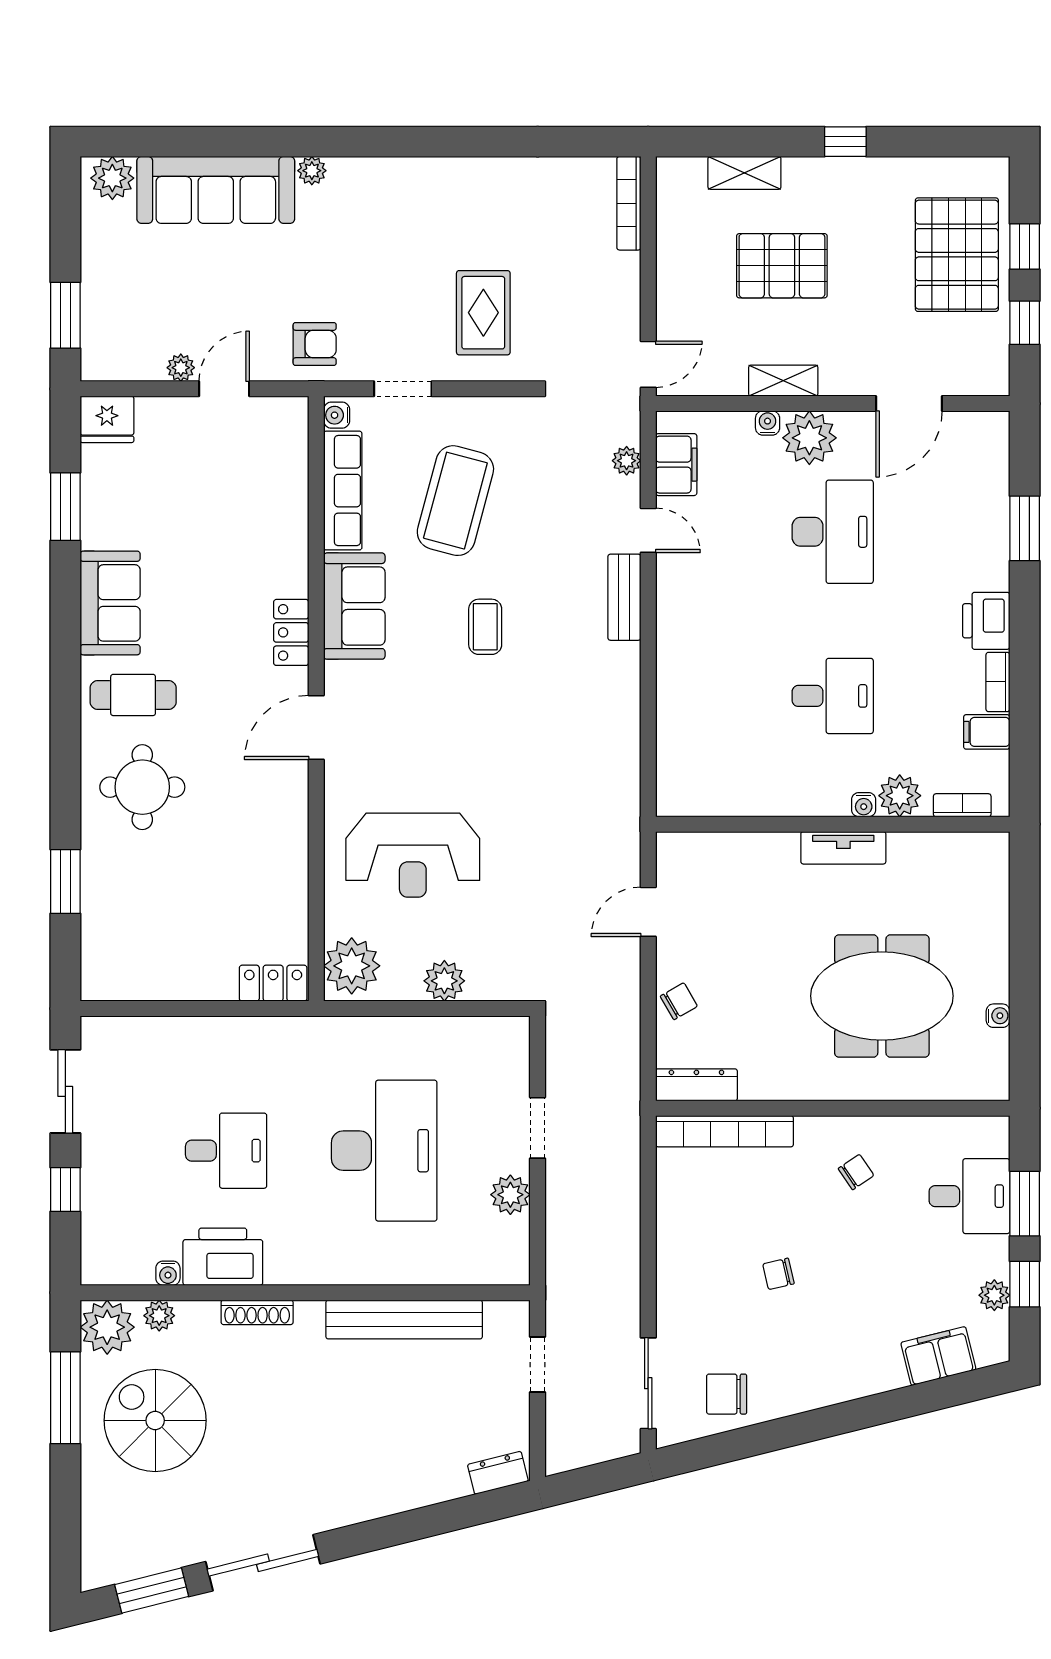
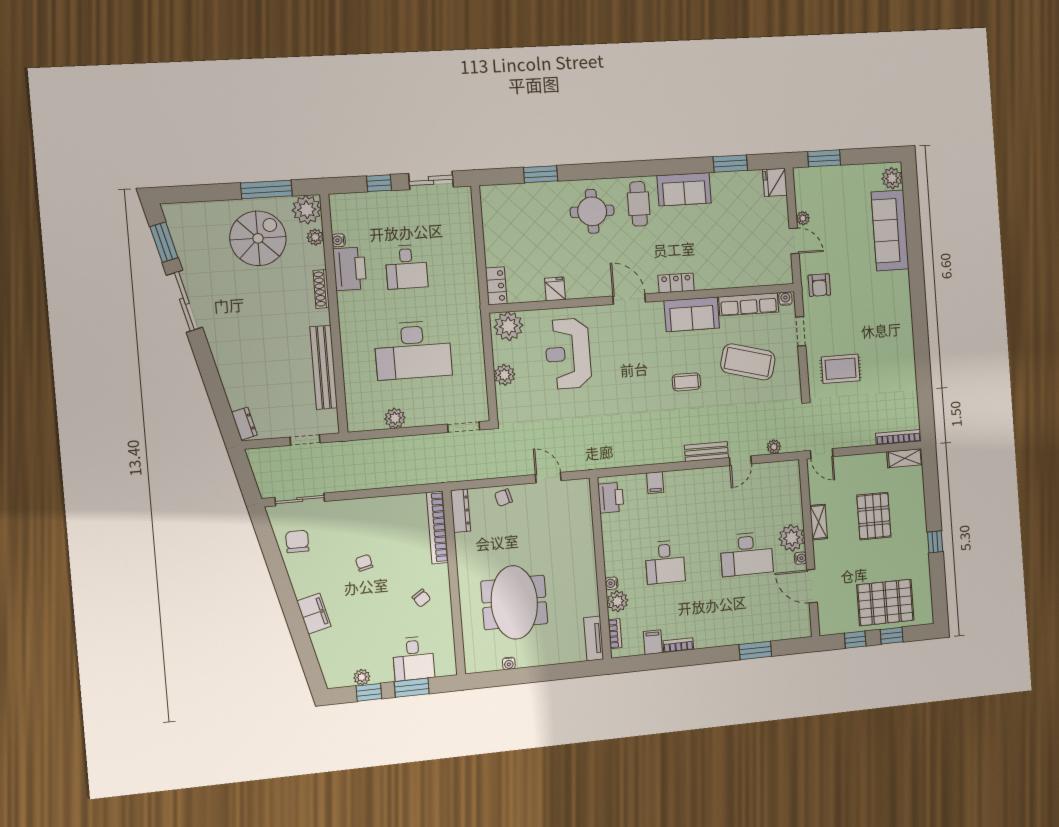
plant: (312, 171) -> (903, 278), removed
shelving: (744, 173) -> (905, 458), moved, turned 90
water cooler: (768, 423) -> (800, 558), moved
filing cabinet: (676, 465) -> (655, 483), moved, width x0.50
printer: (986, 621) -> (611, 498), moved, turned 90
tv unit: (843, 848) -> (594, 638), moved
fridge: (287, 871) -> (555, 289), added
chair: (679, 1001) -> (503, 498), turned 105
doorway: (538, 1128) -> (464, 427), moved
filing cabinet: (938, 1356) -> (314, 614), moved

